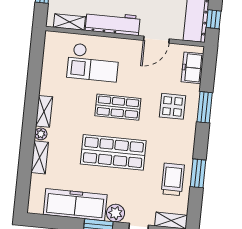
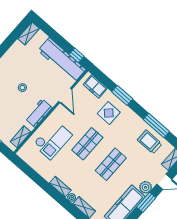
workbench: (113, 23) -> (39, 113), width x0.73
shop shelf: (113, 152) -> (111, 164), width x0.70, depth x0.74
window: (198, 173) -> (156, 125), width x1.44

